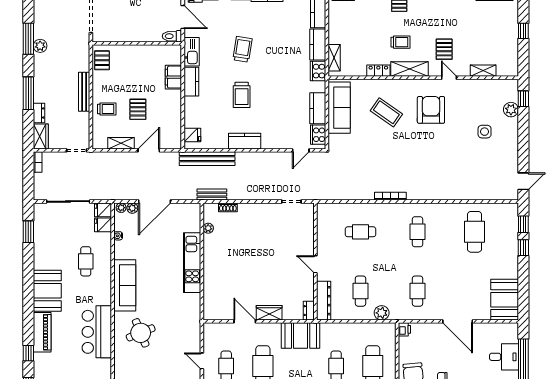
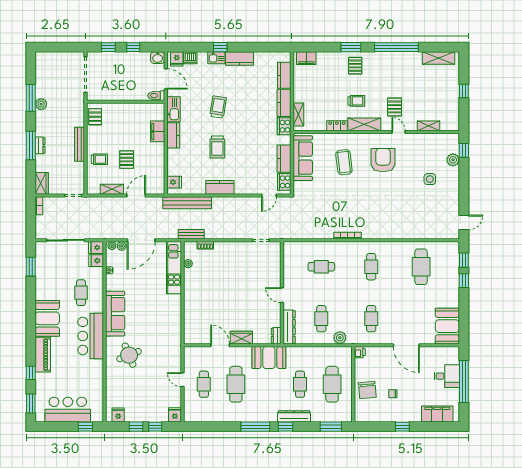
coffee table: (386, 112) -> (344, 162), turned 48
dresser: (39, 113) -> (40, 145), moved
kitchen unit: (192, 263) -> (174, 268), moved
bar counter: (97, 332) -> (91, 336), moved

